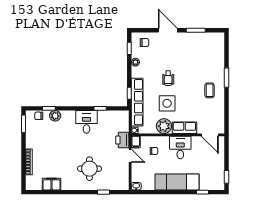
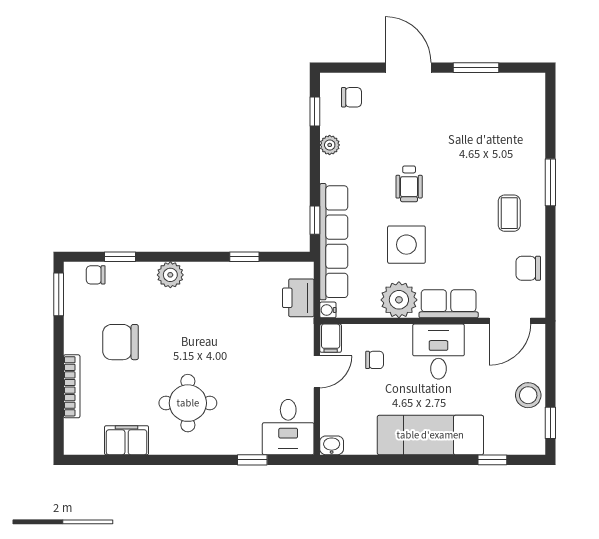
chair: (217, 113) -> (528, 268), added
plant: (55, 116) -> (170, 275), moved
desk: (86, 122) -> (288, 427), moved, turned 180
door: (210, 135) -> (510, 321), hinge flipped
printer: (122, 140) -> (298, 298), moved
chair: (49, 144) -> (121, 342), added
door: (130, 156) -> (317, 372), hinge flipped
stool: (217, 165) -> (528, 395), added
round table: (89, 169) -> (188, 403), moved

